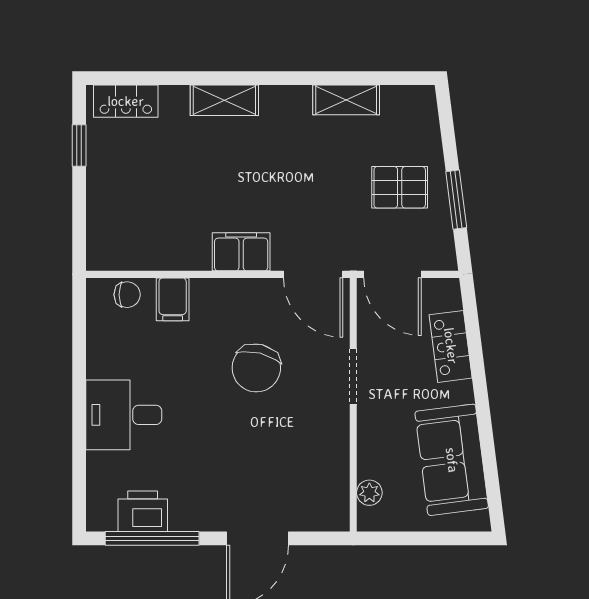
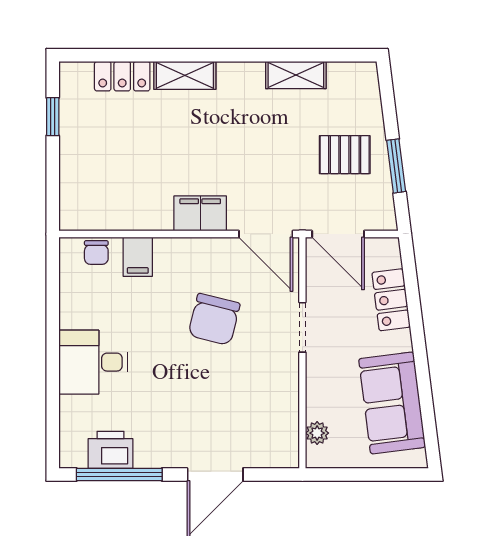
locker: (126, 101) -> (122, 76), moved
chair: (127, 295) -> (96, 252), turned 90

